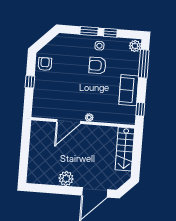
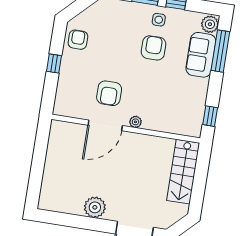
armchair: (97, 65) -> (154, 48), turned 90
sofa: (129, 90) -> (201, 55), moved
armchair: (69, 99) -> (109, 93), added

